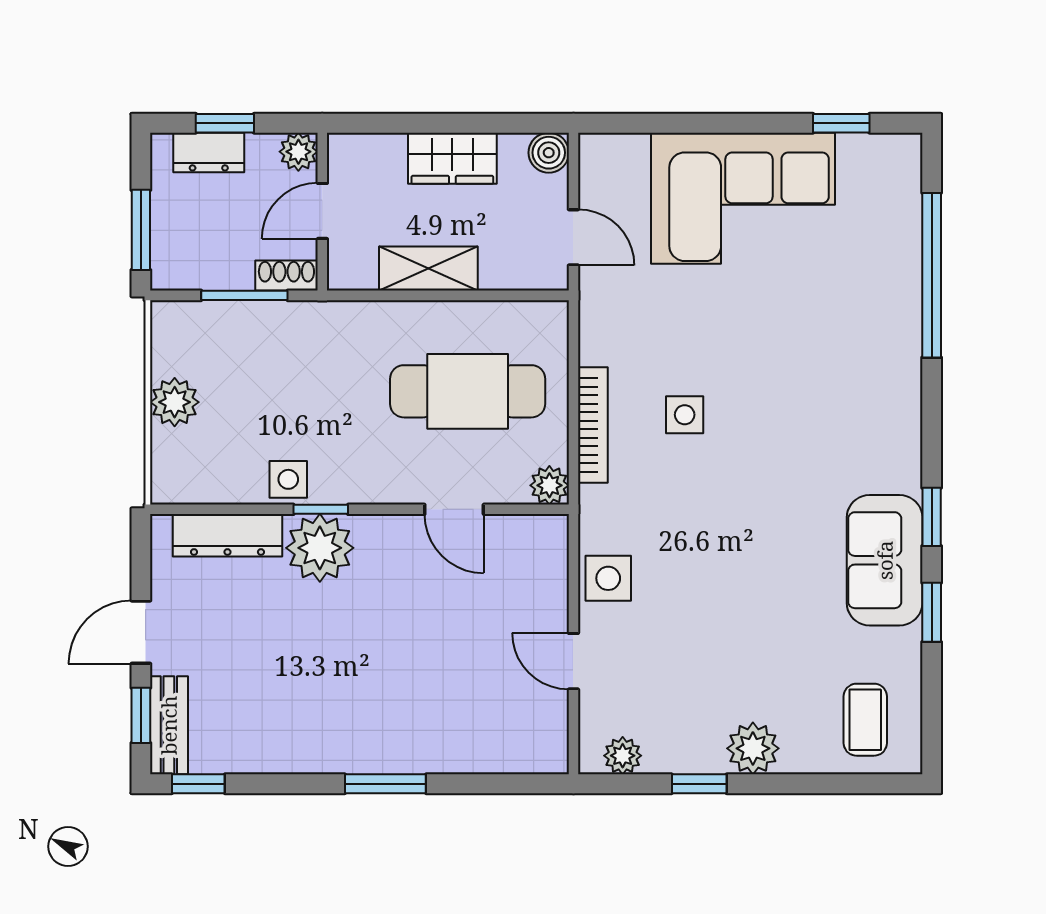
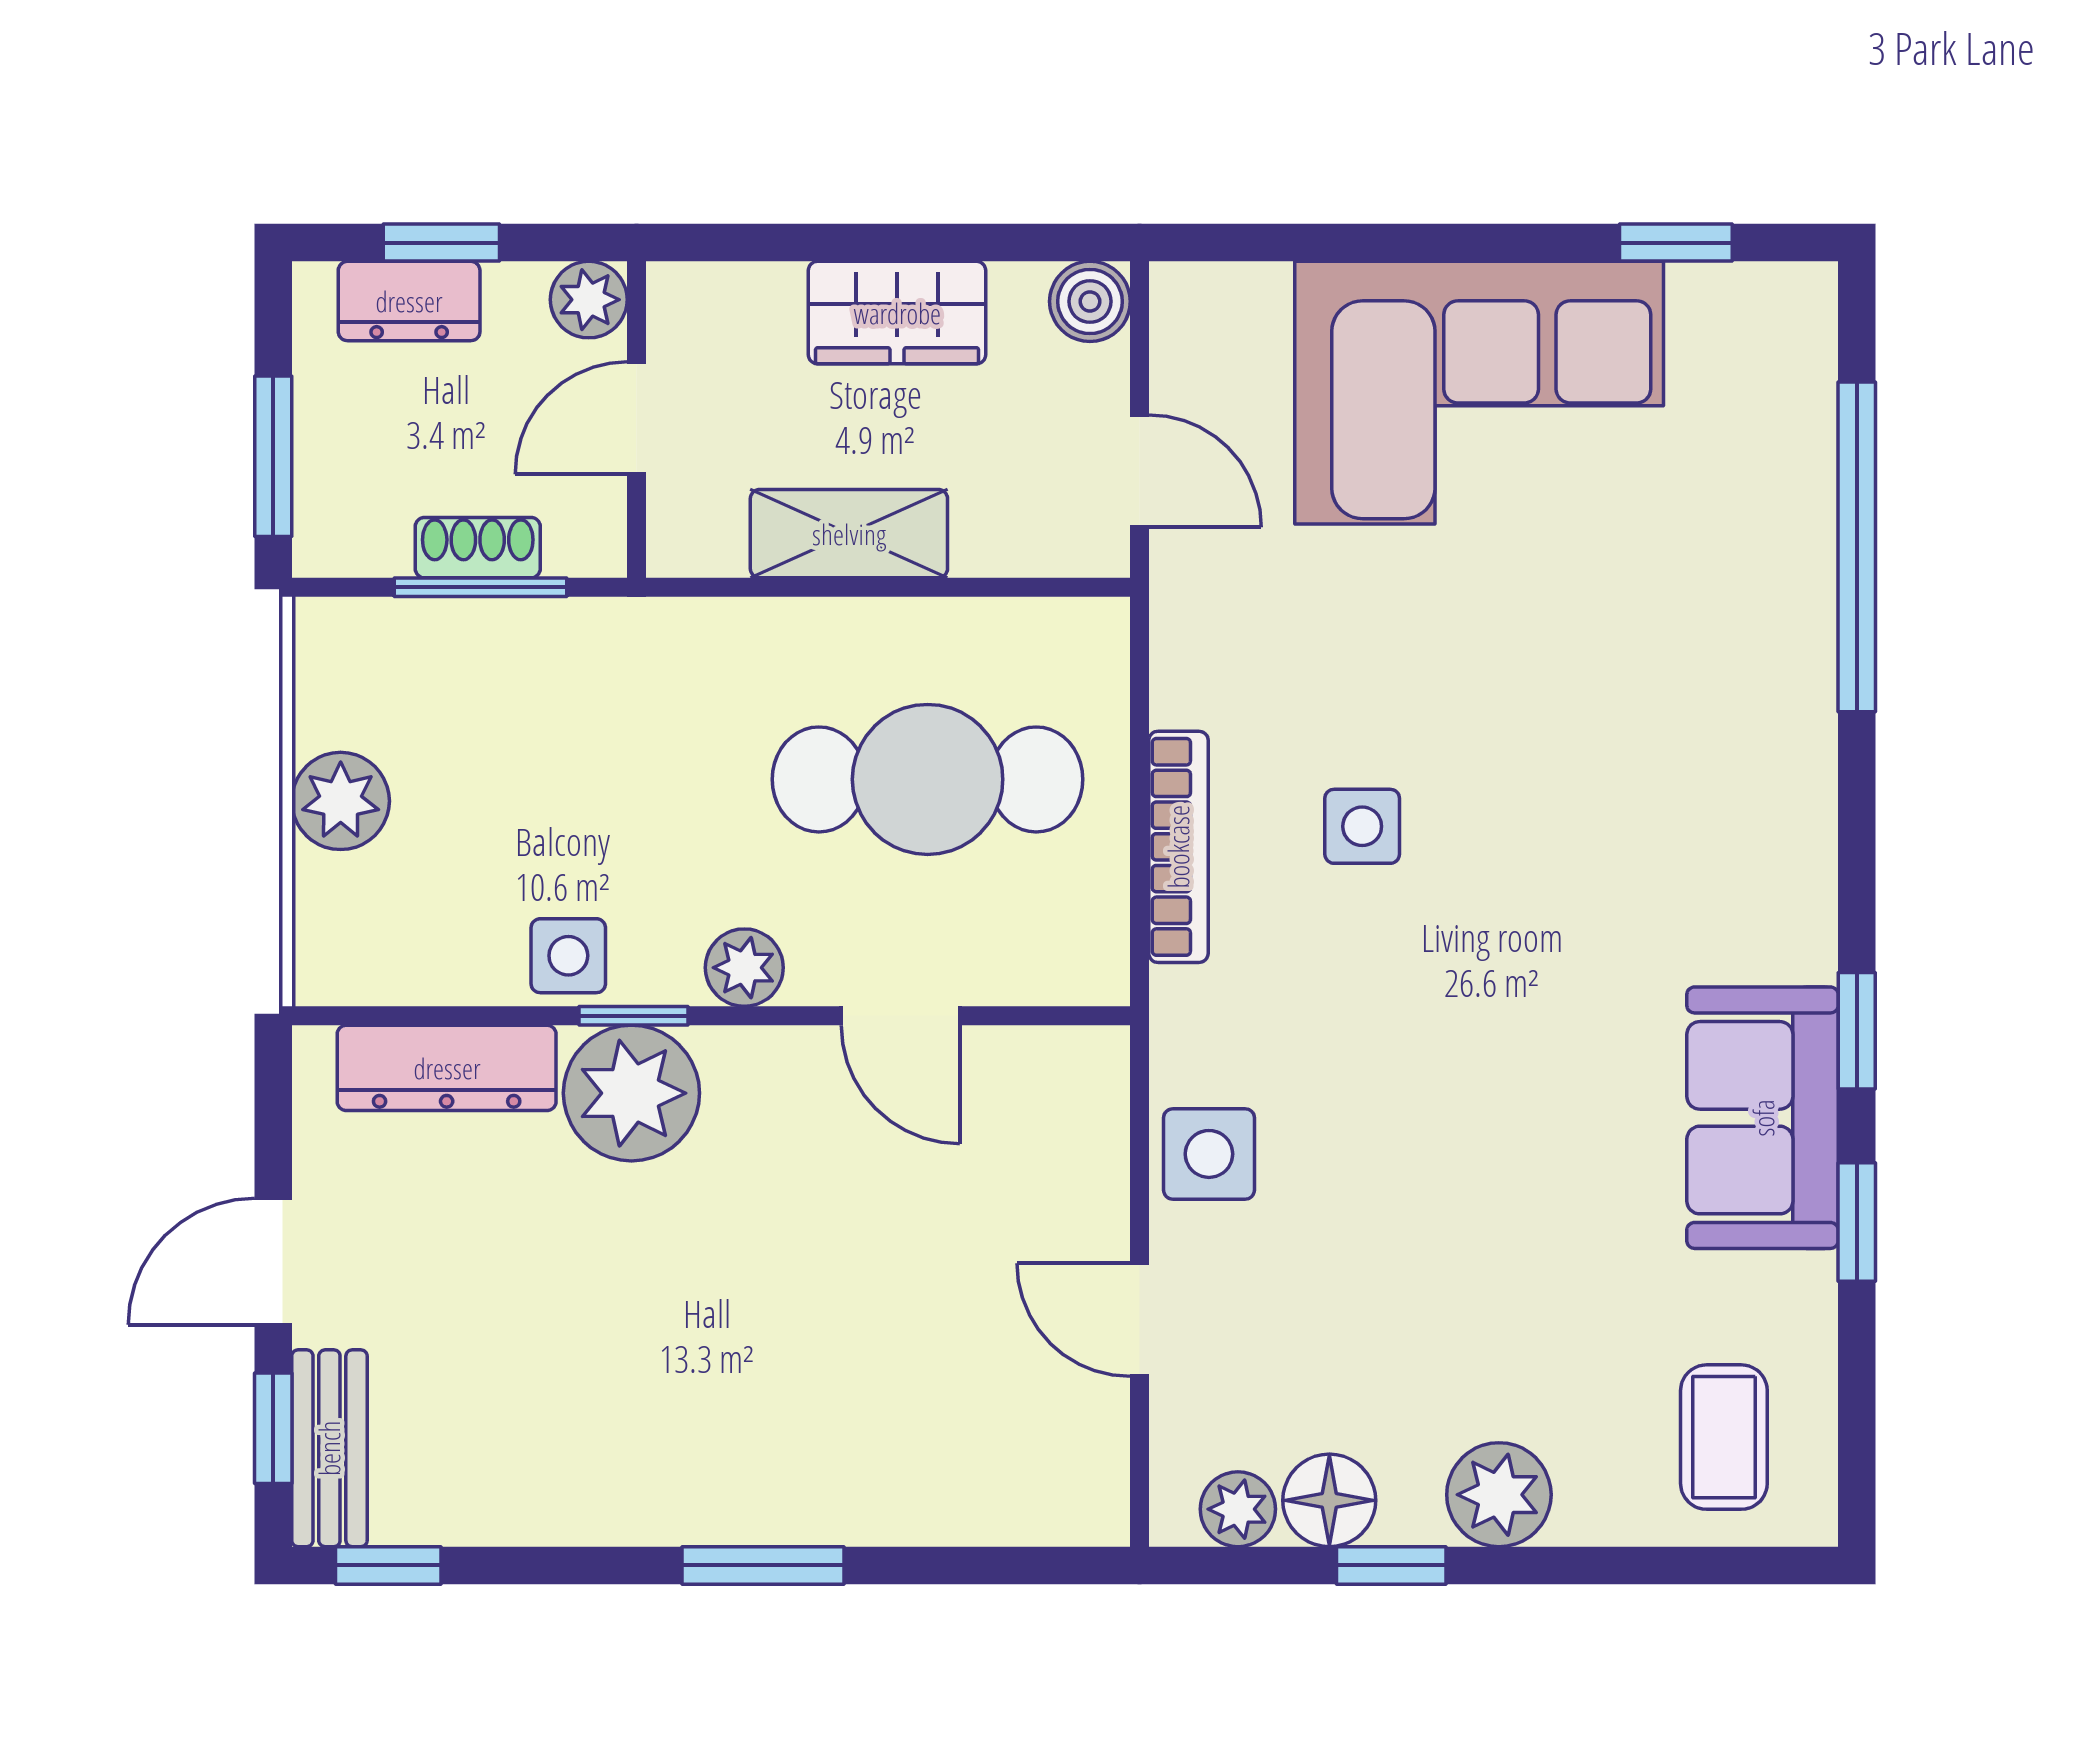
shoe rack: (286, 276) -> (478, 548), moved
plant: (549, 485) -> (744, 968), moved
floor lamp: (668, 751) -> (1329, 1500), added

